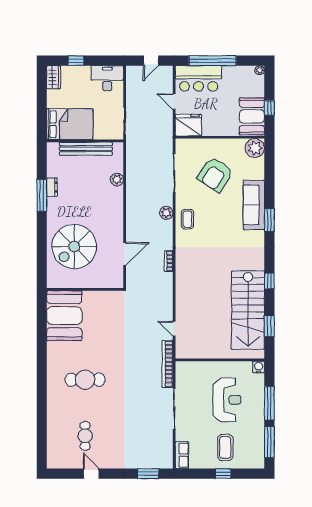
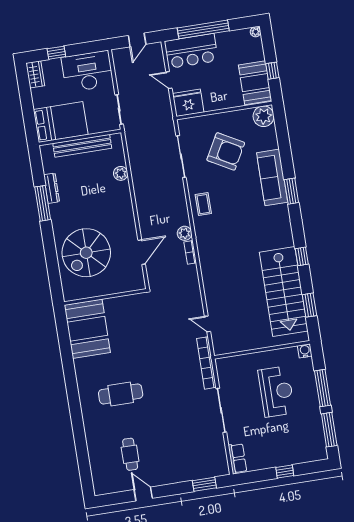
desk: (107, 78) -> (87, 71), width x1.36, depth x1.30
armchair: (215, 175) -> (226, 151), turned -95
dresser: (52, 187) -> (52, 188), width x1.44
plant: (166, 213) -> (185, 233), moved
coffee table: (225, 447) -> (283, 443), removed

